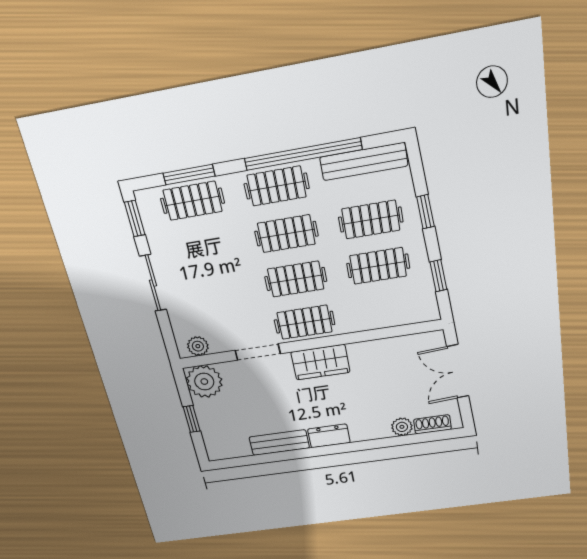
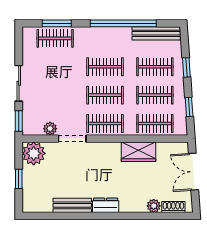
clothes rail: (277, 186) -> (155, 123), moved
window: (135, 218) -> (19, 121), moved
plant: (198, 346) -> (50, 129), moved
wardrobe: (320, 362) -> (138, 152), moved

